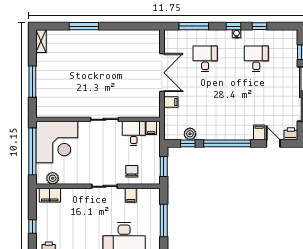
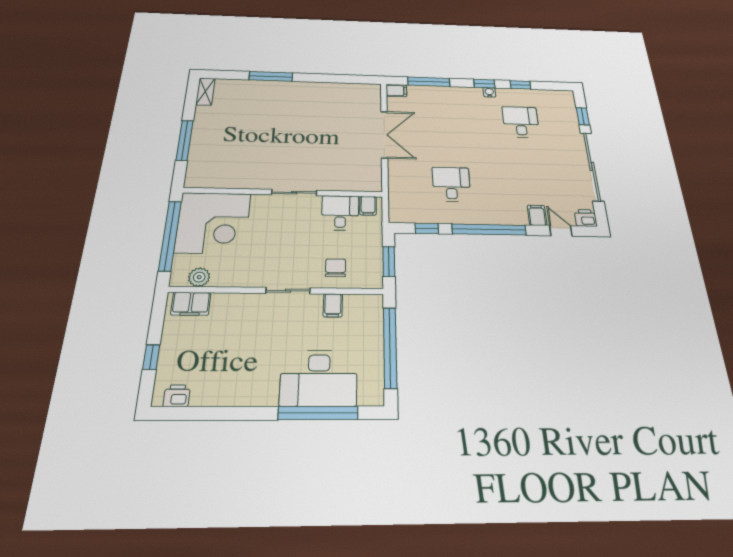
desk: (205, 59) -> (451, 184), moved
filing cabinet: (171, 102) -> (396, 91), moved
plant: (190, 134) -> (430, 215), removed
window: (164, 220) -> (390, 347), width x1.46

